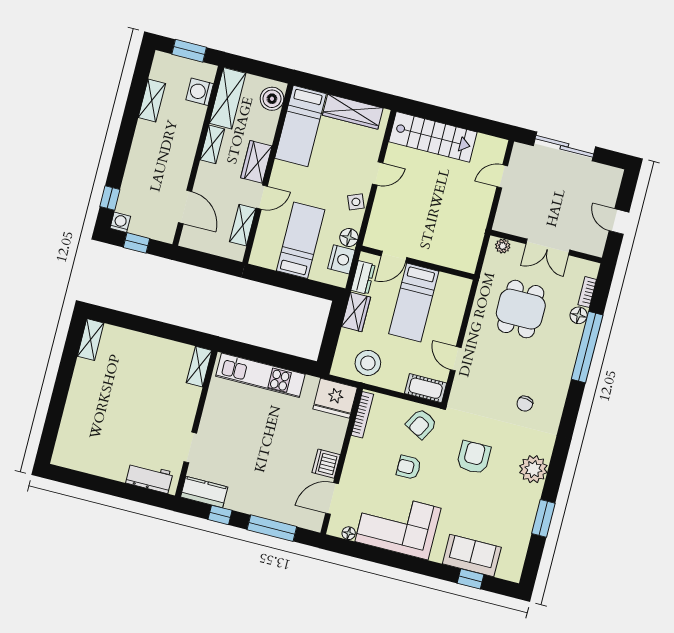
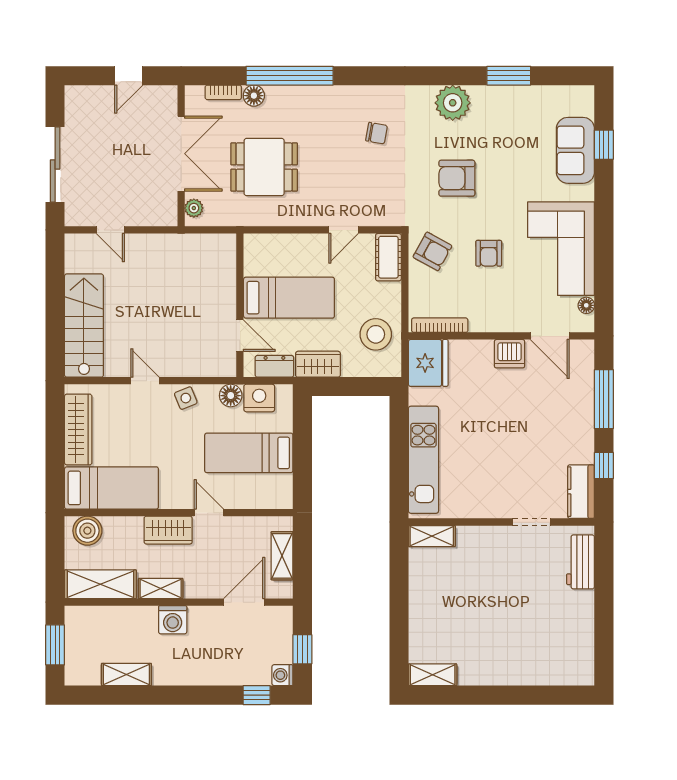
washing machine: (200, 92) -> (173, 620), moved
shelving: (243, 225) -> (282, 556), moved, turned 90
double door: (548, 247) -> (181, 154), width x1.37

